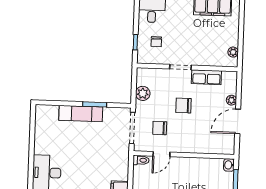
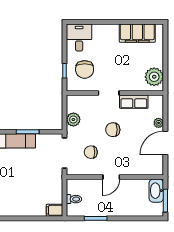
chair: (156, 42) -> (85, 69), width x1.87, depth x1.87
plant: (233, 52) -> (154, 77), width x1.88, depth x1.88
door: (161, 154) -> (111, 177), moved
toilet: (141, 160) -> (74, 199), moved
washbasin: (229, 165) -> (156, 191), width x1.91, depth x1.45

